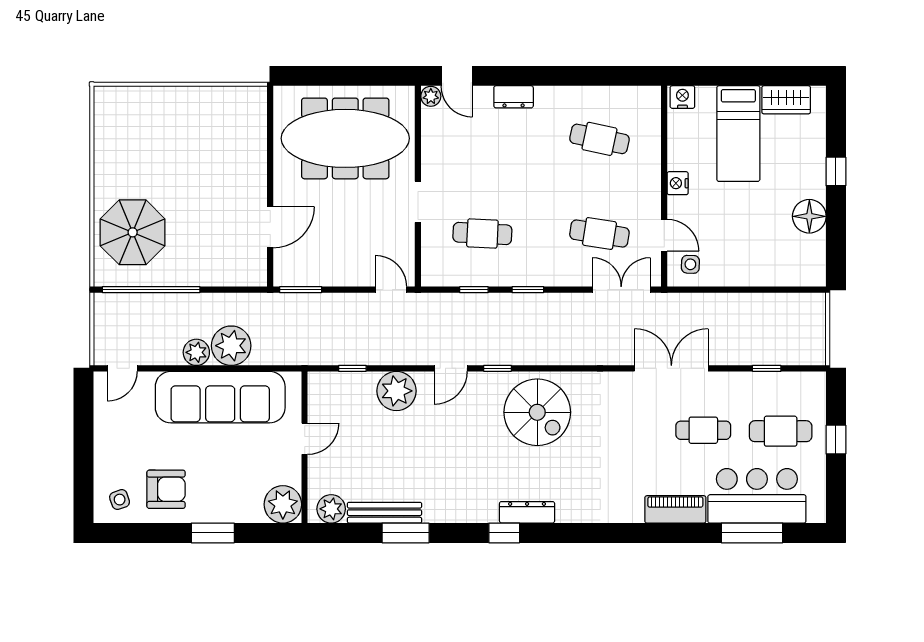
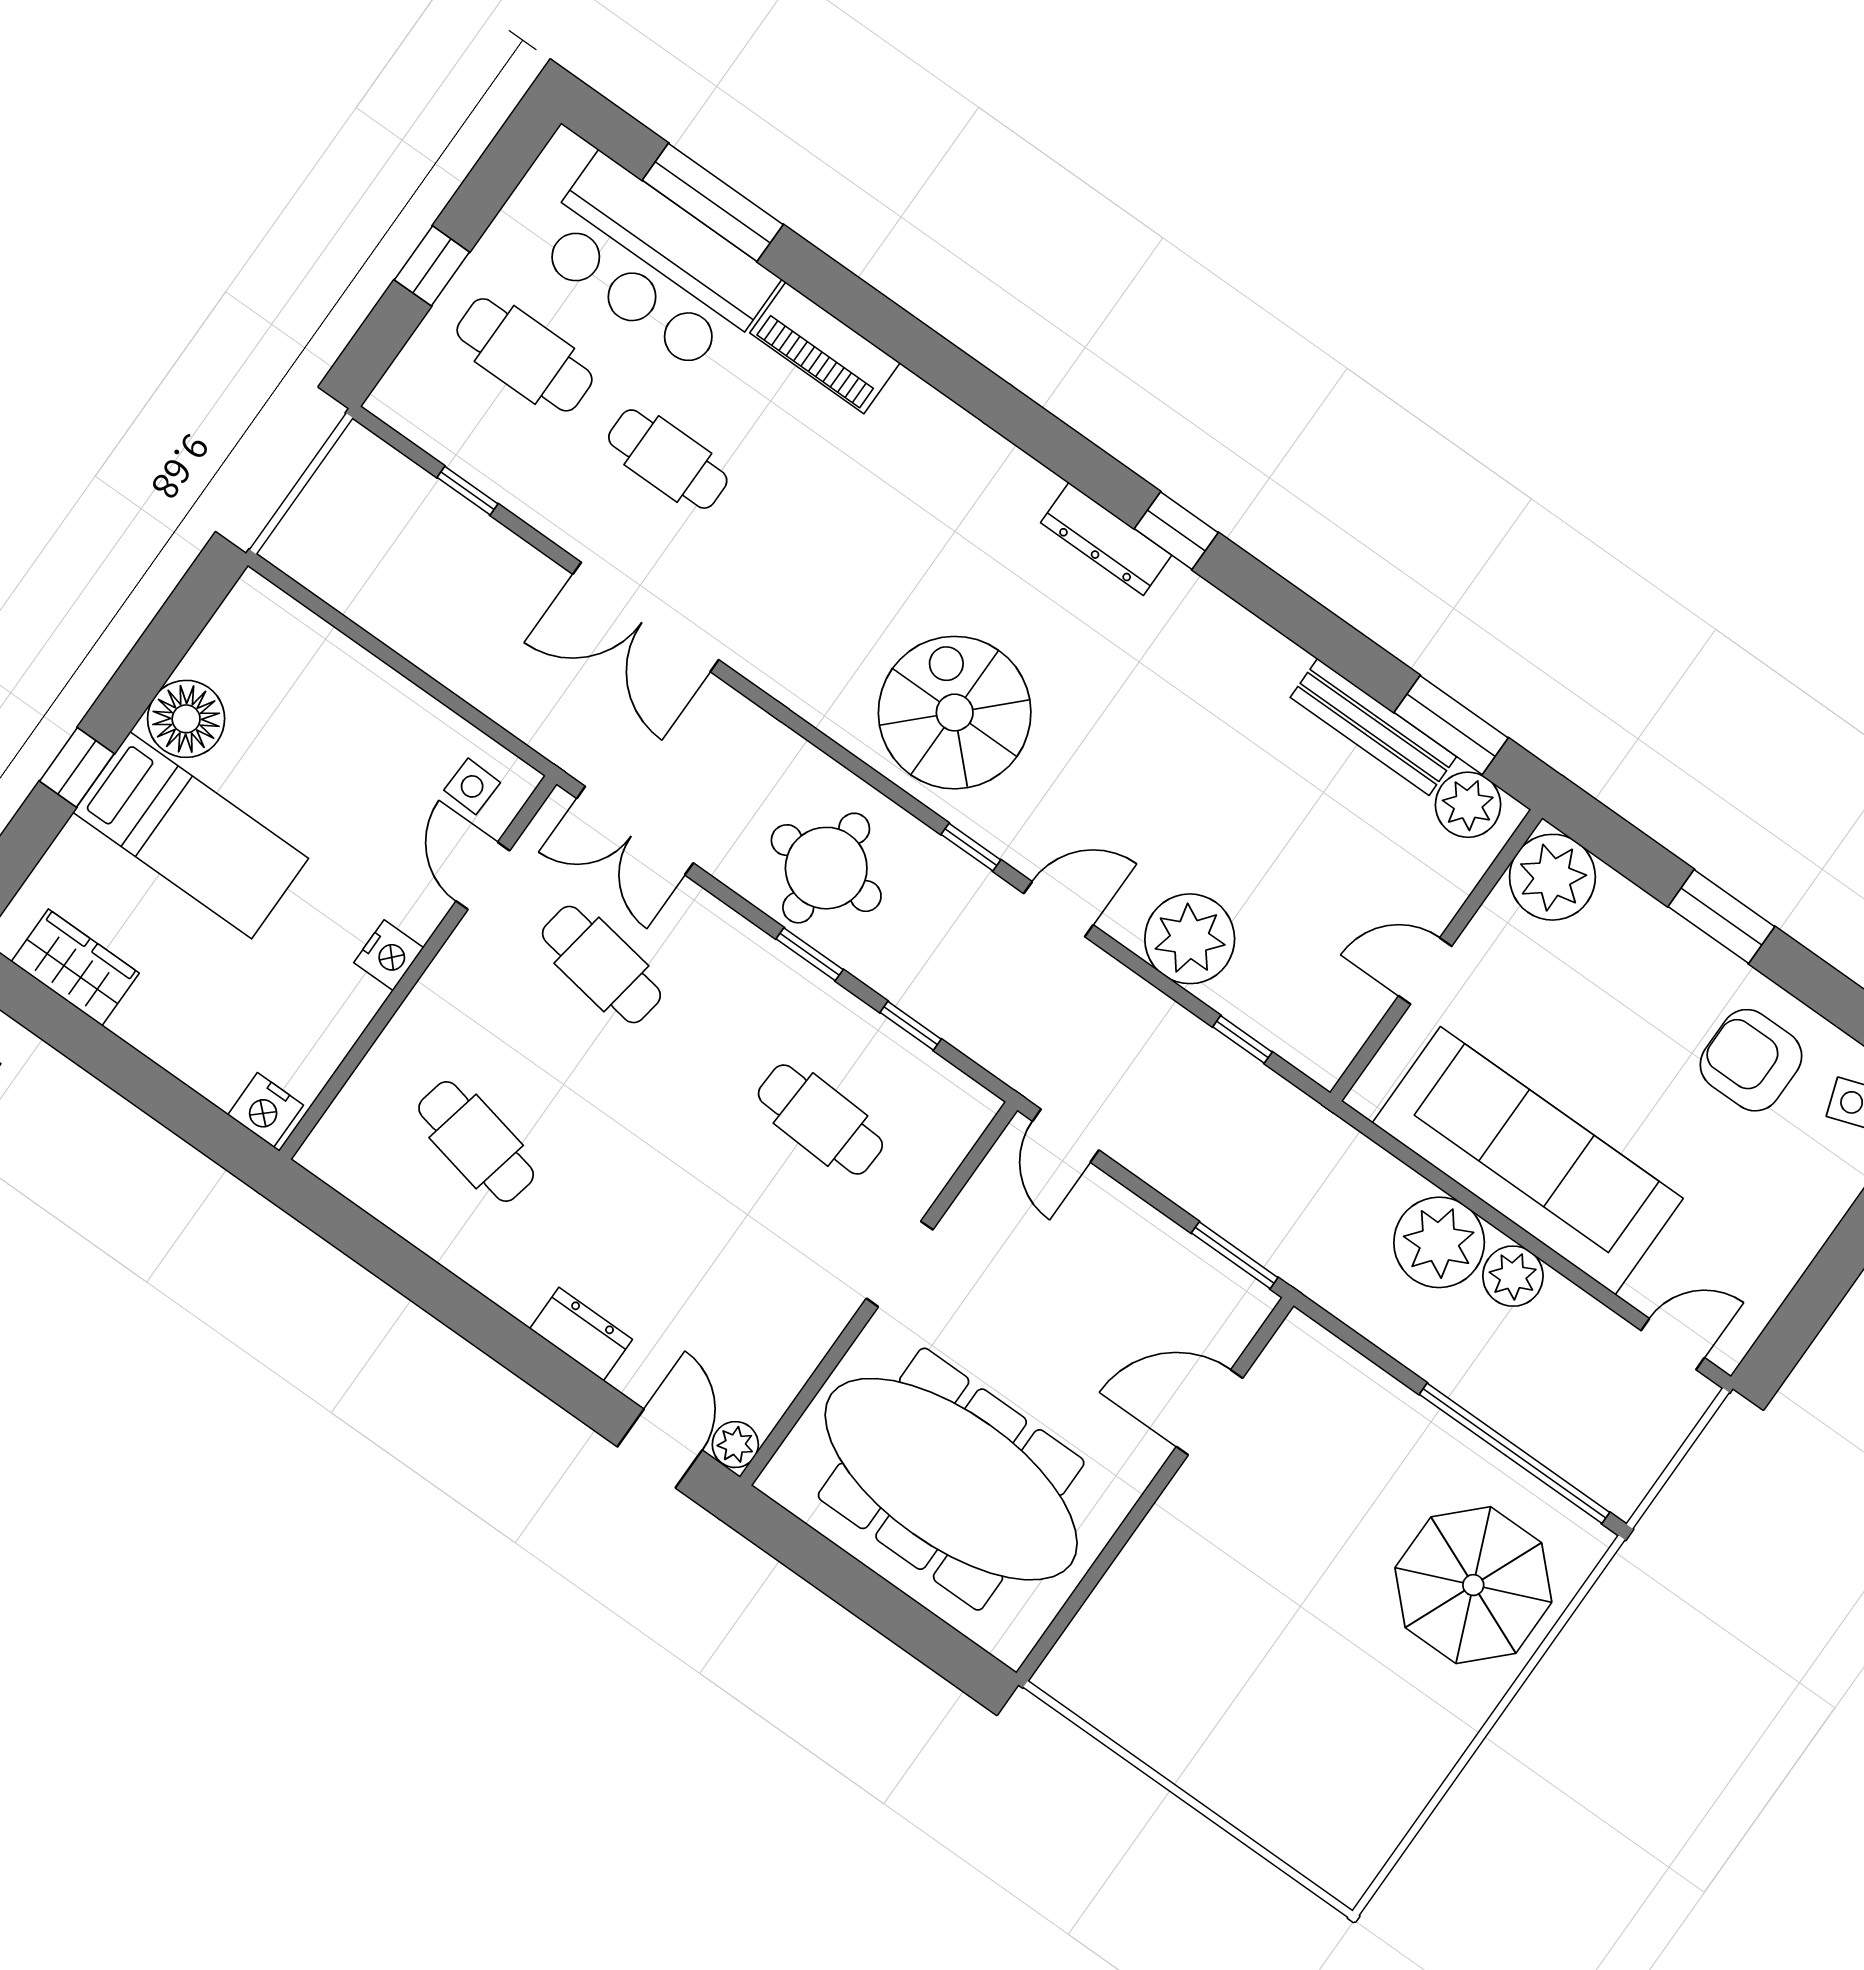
bed: (738, 134) -> (191, 835), moved, turned 90
round table: (544, 325) -> (826, 868), added
window: (406, 533) -> (1451, 725), moved

